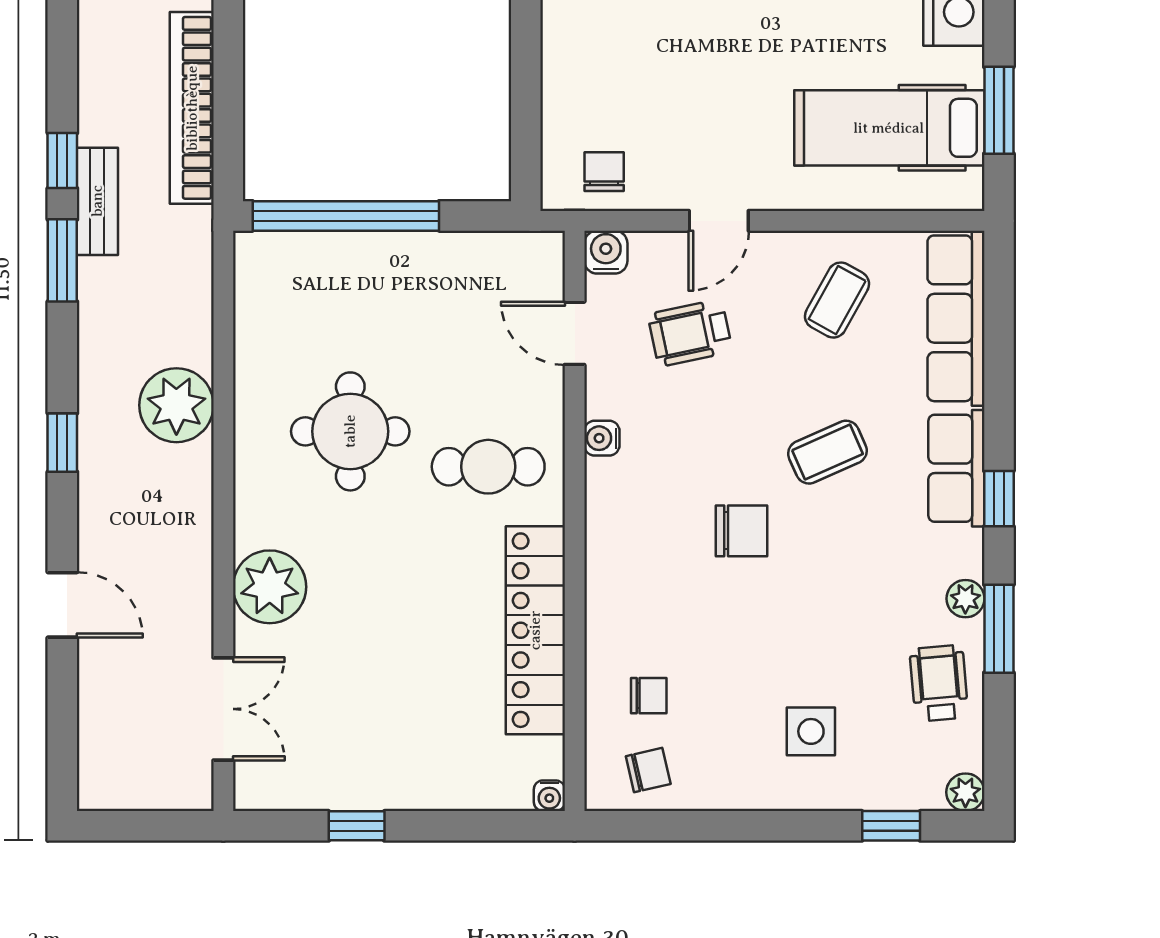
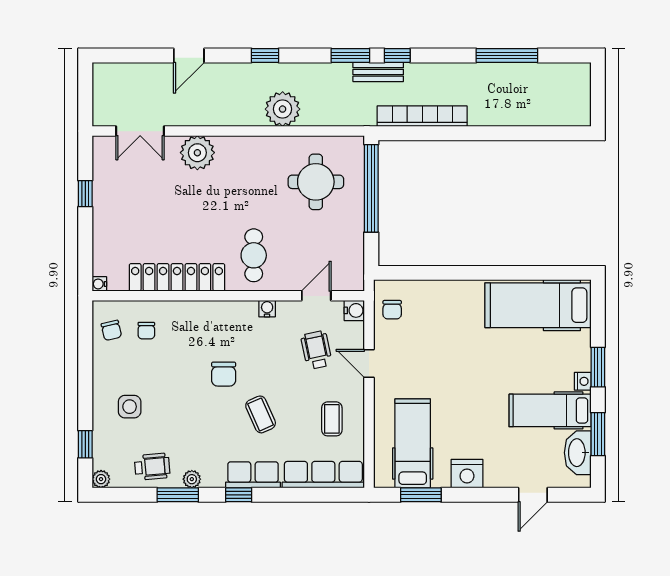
chair: (604, 172) -> (392, 310), turned 90
coffee table: (837, 300) -> (332, 419), turned 61
round table: (350, 431) -> (316, 182), moved

